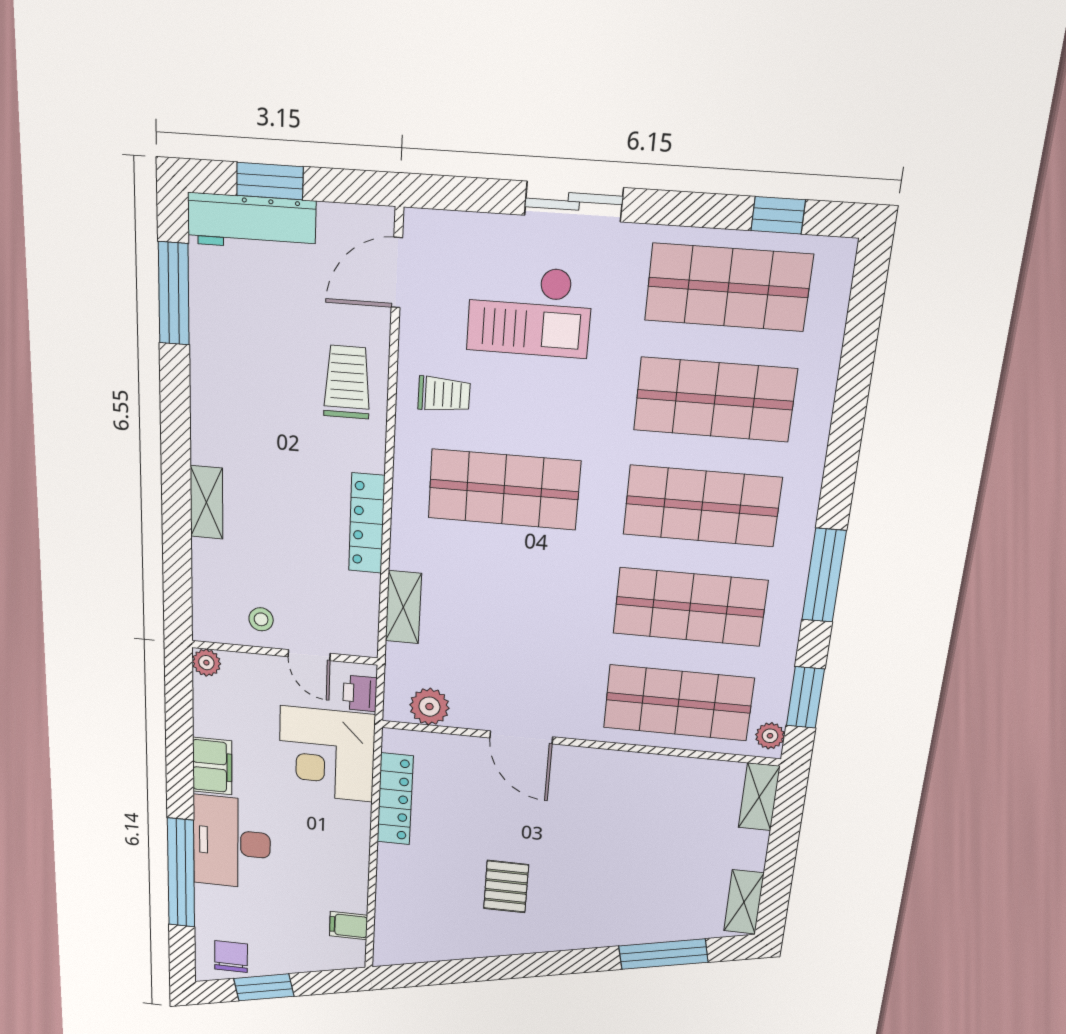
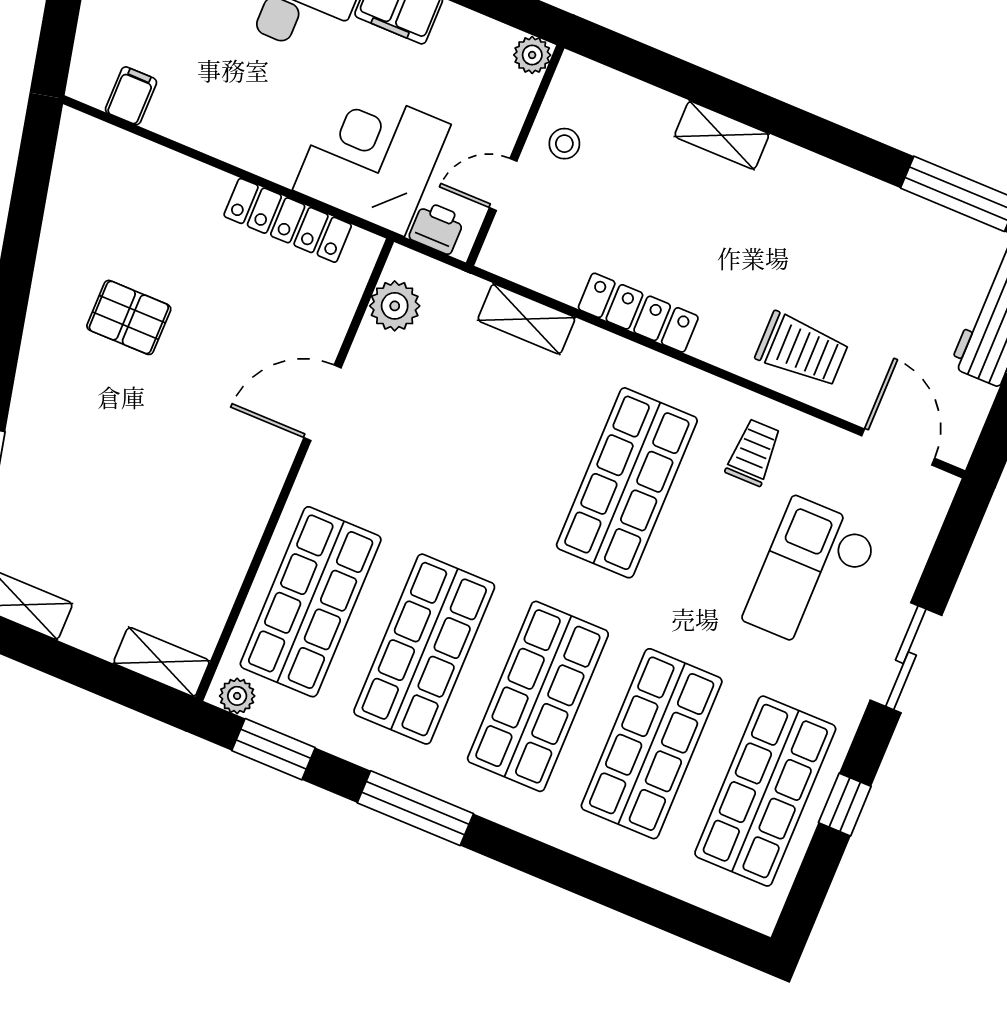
window: (778, 215) -> (845, 805), moved
trolley: (444, 394) -> (754, 452), turned 180

